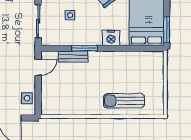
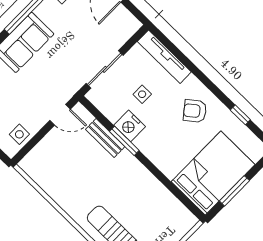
window: (167, 30) -> (234, 191), moved
nightstand: (111, 38) -> (130, 126), moved

